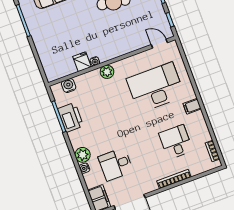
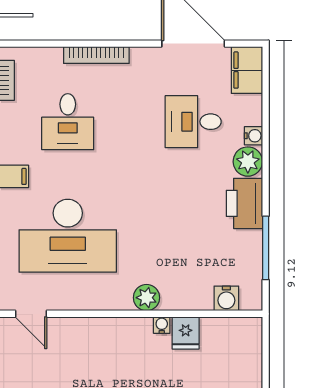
printer: (71, 117) -> (244, 203), moved
desk: (116, 164) -> (193, 122), turned 180

